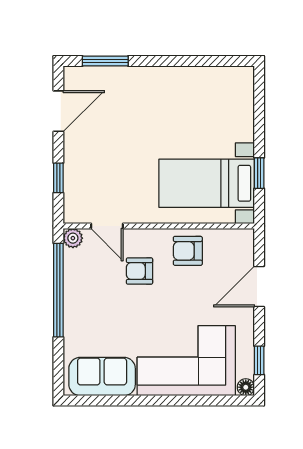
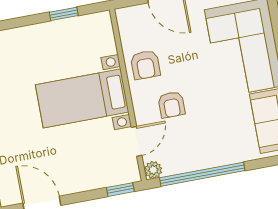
window: (58, 178) -> (120, 190), moved
bed with nightstands: (207, 183) -> (82, 98), moved, turned 90

